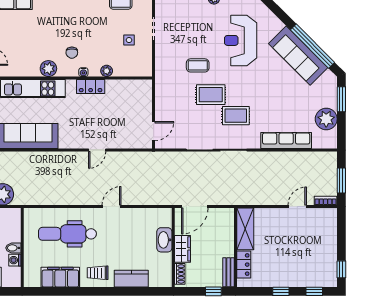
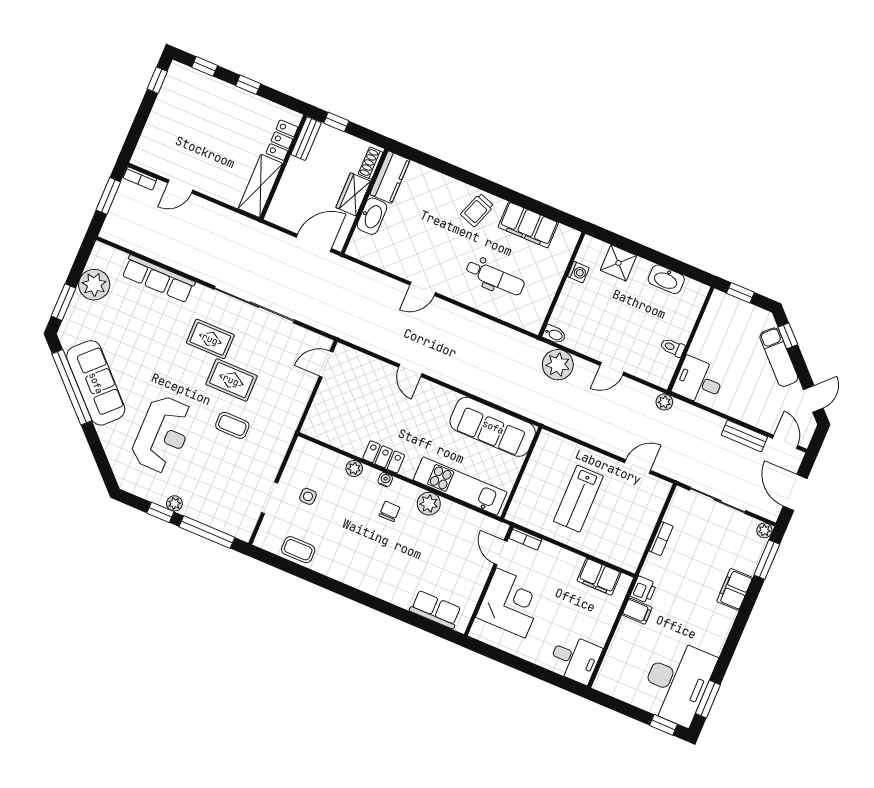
door: (97, 150) -> (410, 370), swing flipped
dental chair: (67, 234) -> (495, 277), width x0.73, depth x0.72
bidet: (13, 248) -> (554, 334), moved
trolley: (98, 273) -> (477, 210), turned 110
kitchen counter: (131, 279) -> (390, 177), moved, turned -90

